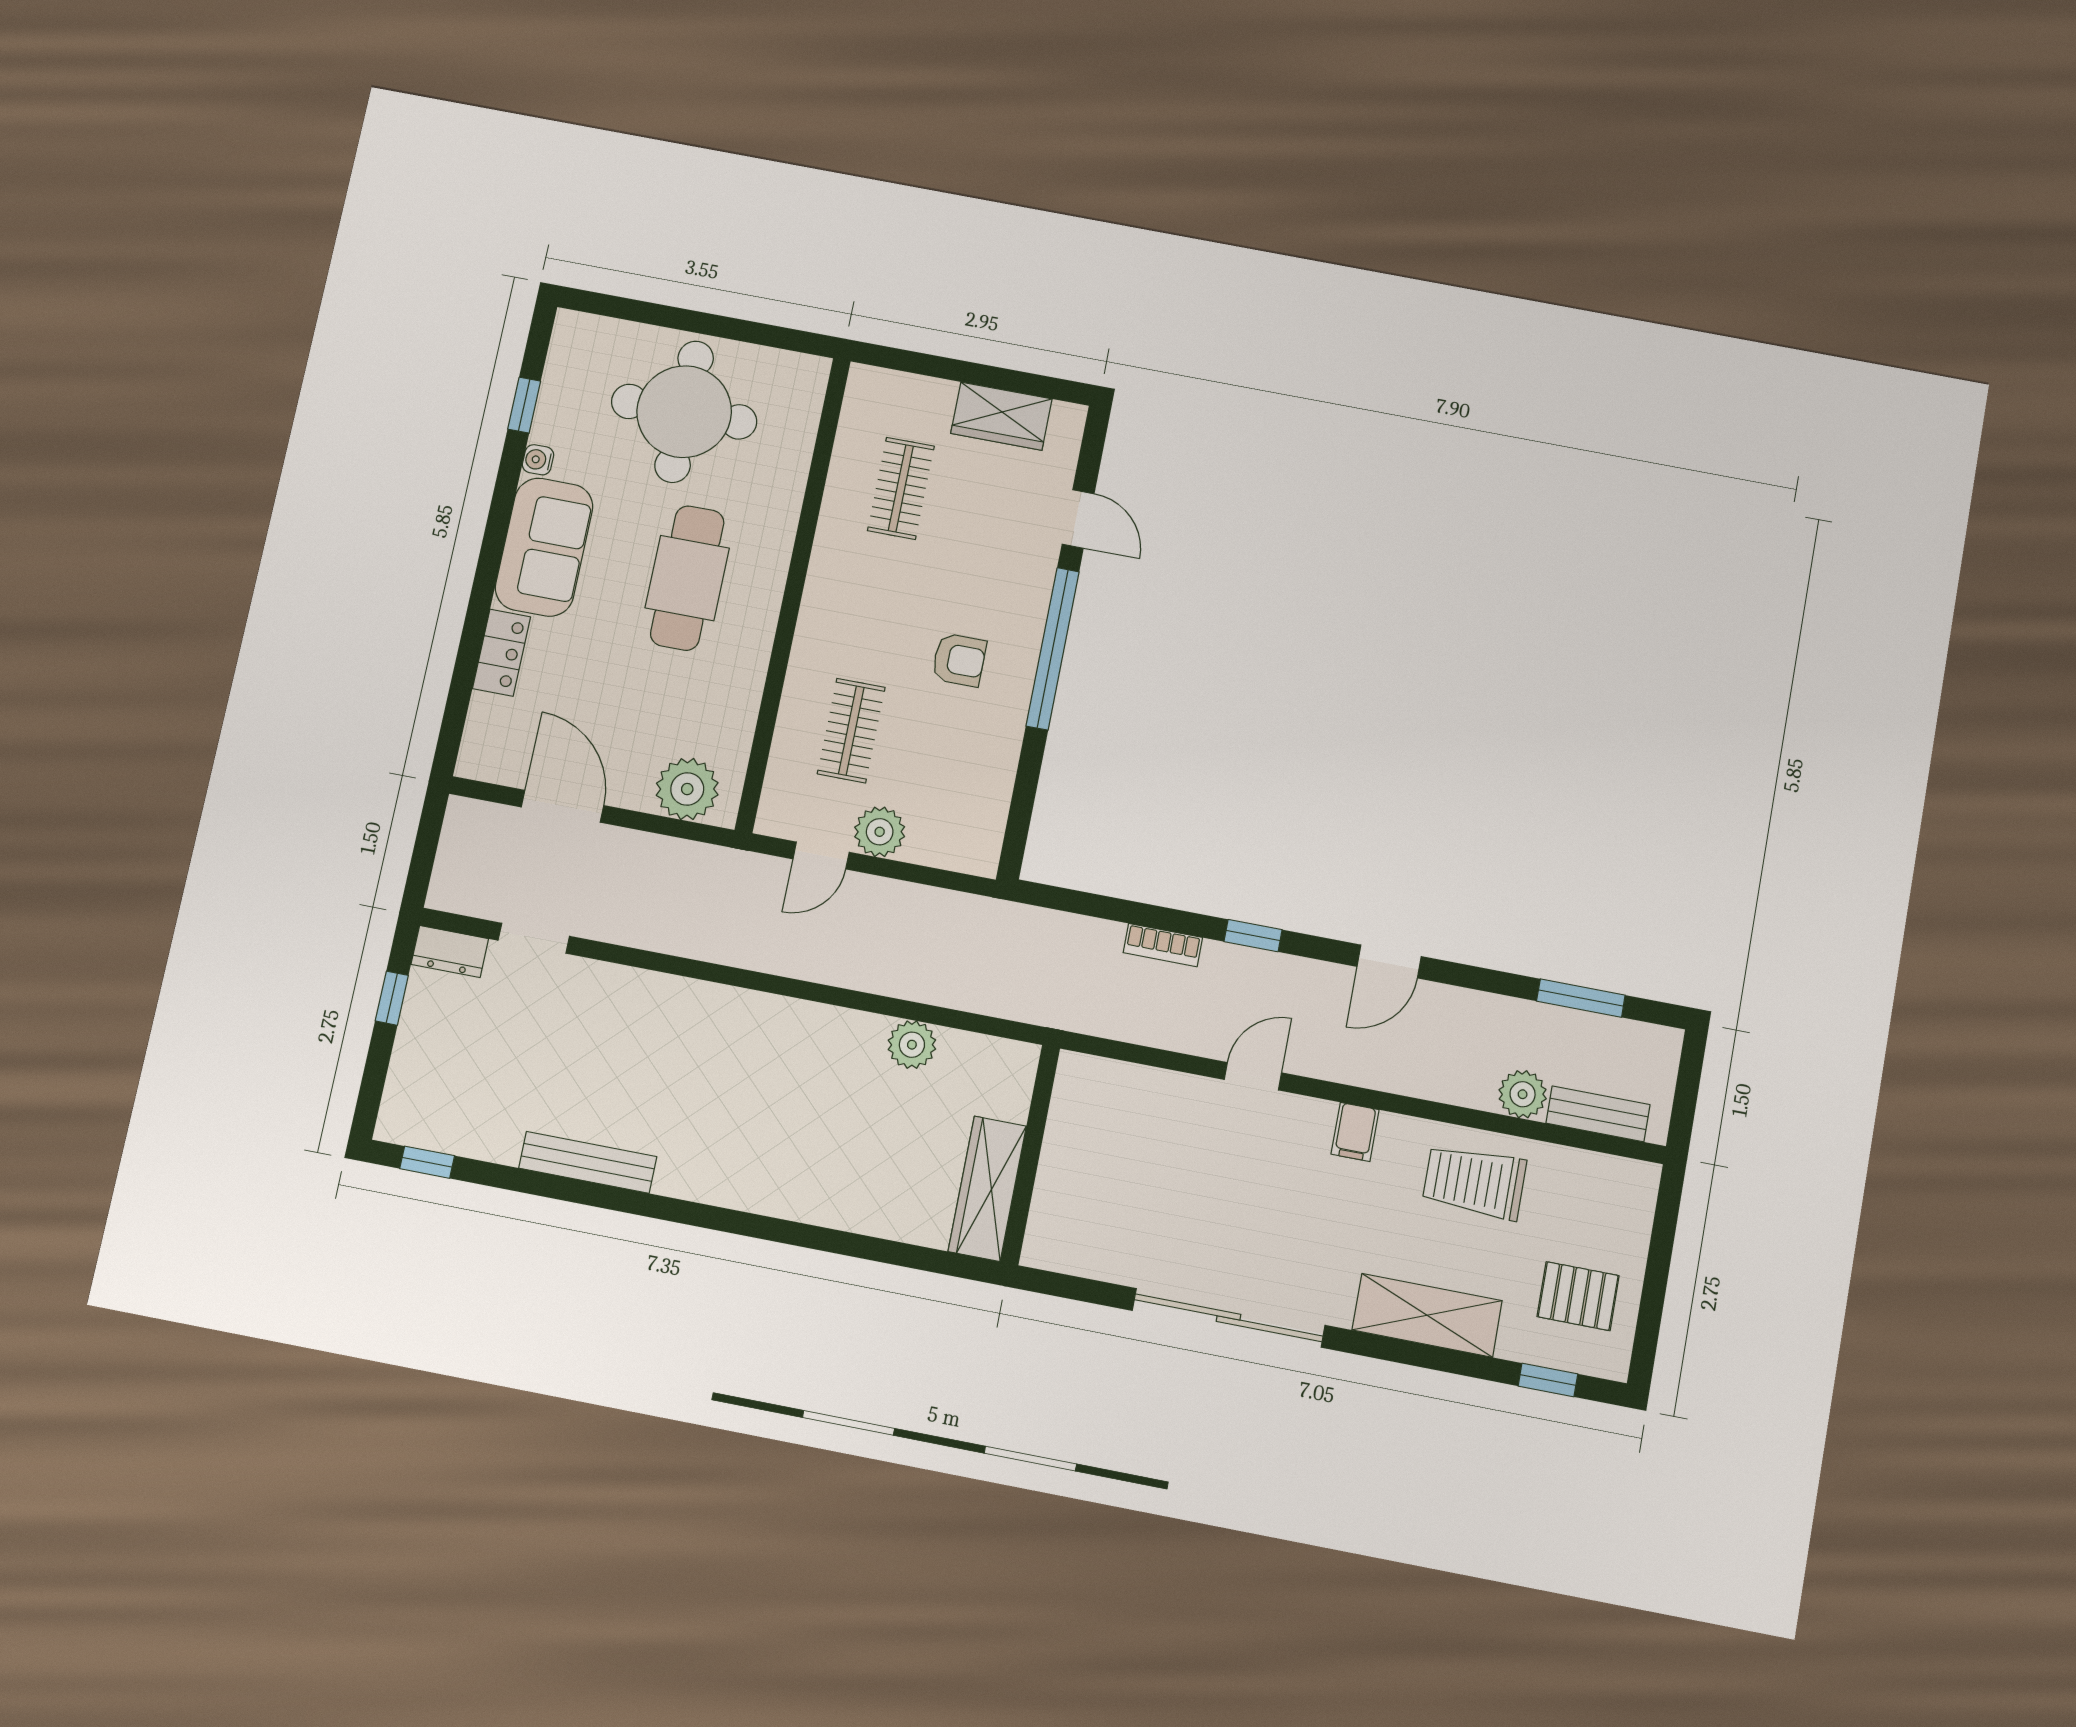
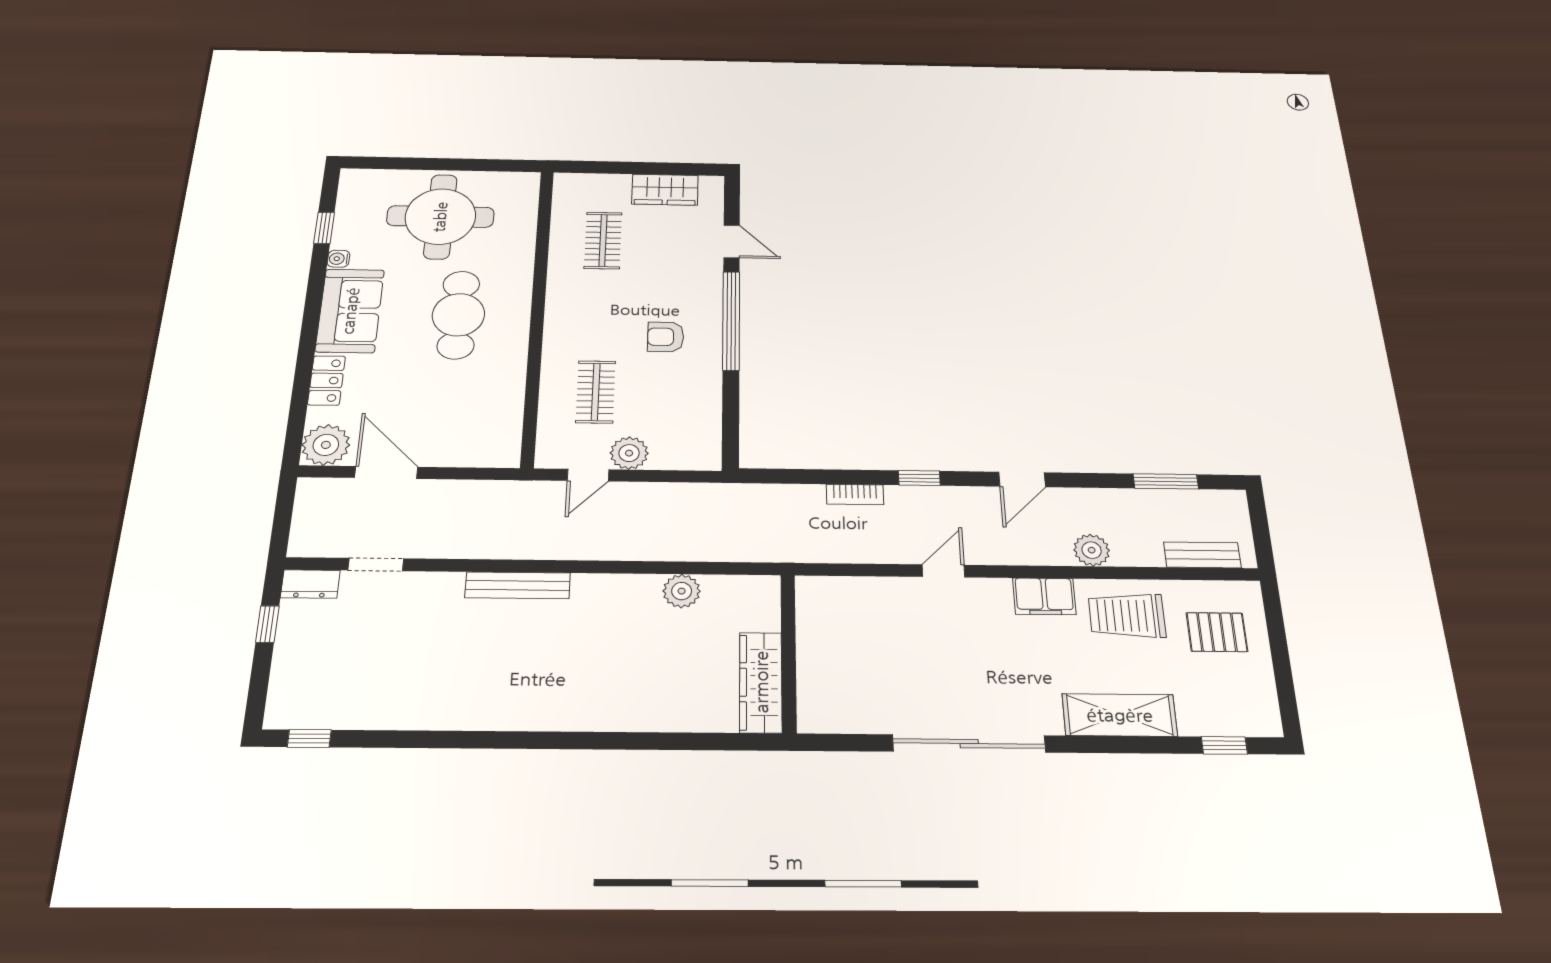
armchair: (959, 660) -> (666, 337), turned 180
plant: (687, 789) -> (326, 445), moved
plant: (1523, 1094) -> (1092, 550), moved
filing cabinet: (1355, 1132) -> (1044, 596), width x2.00
bench: (588, 1162) -> (518, 585), moved
pallet: (1578, 1296) -> (1217, 632), moved

